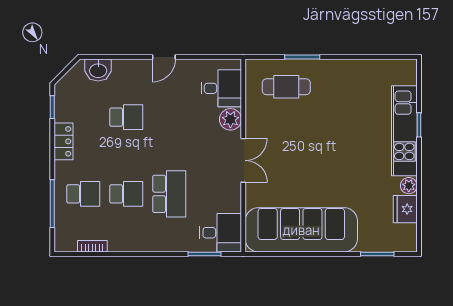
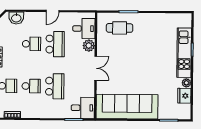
school desk: (169, 117) -> (55, 44), added

